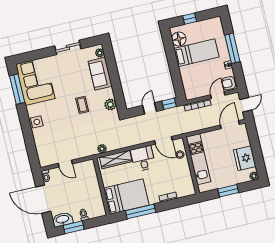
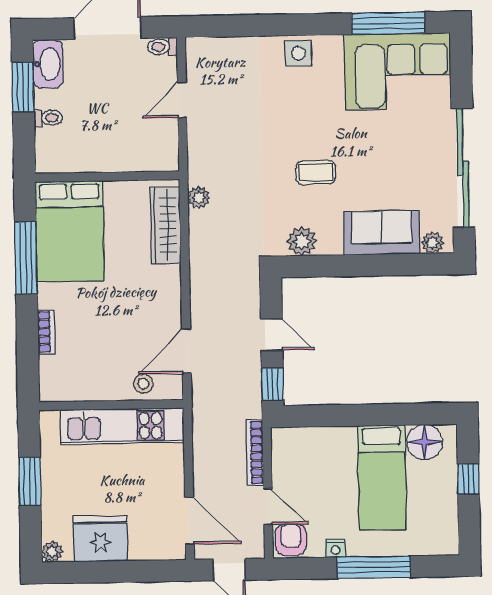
sliding door: (68, 47) -> (463, 168), width x1.86
desk: (143, 158) -> (153, 292), removed

